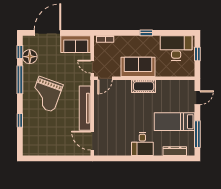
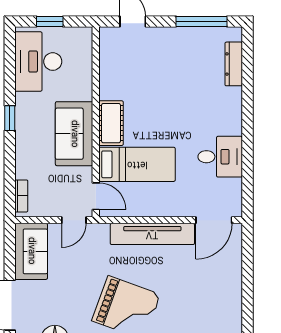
bed: (174, 122) -> (137, 164), moved, turned -90
desk: (142, 144) -> (220, 157), moved

